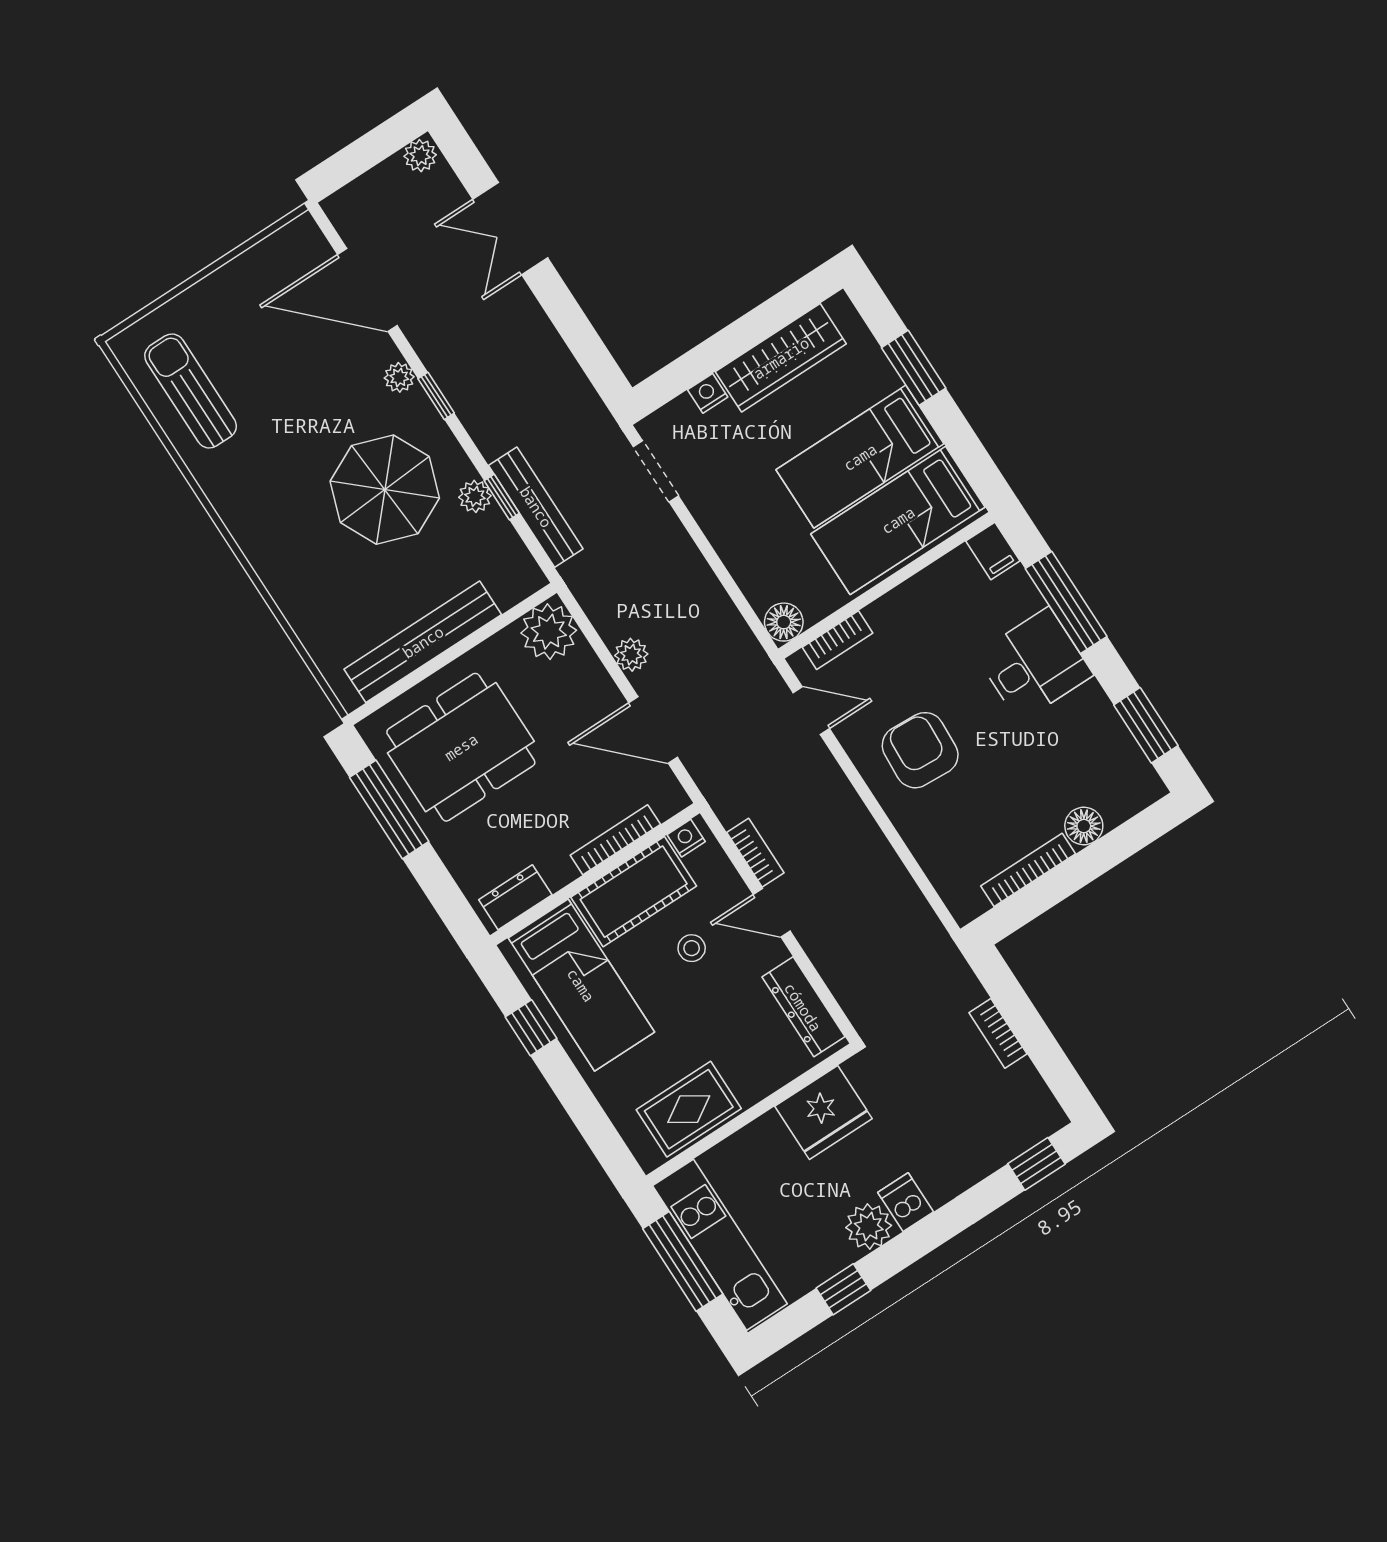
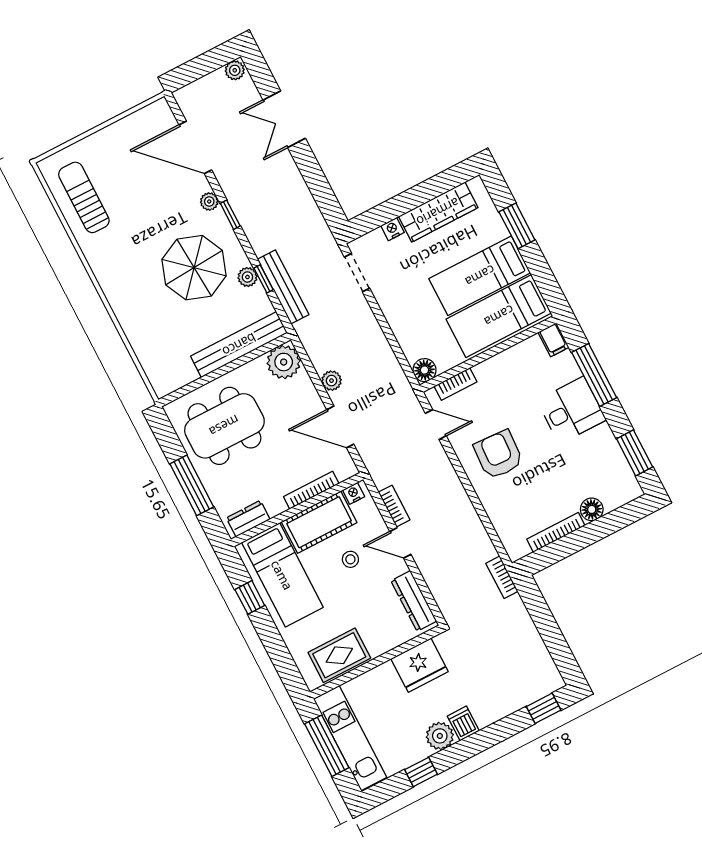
bench: (423, 642) -> (239, 345), moved
window: (389, 809) -> (192, 485), moved
bookcase: (998, 1033) -> (502, 577), moved

